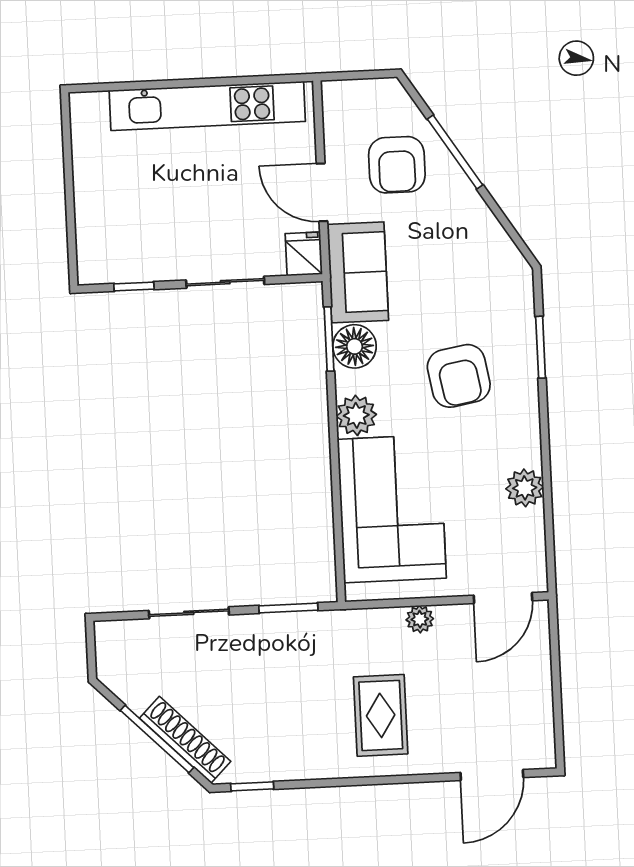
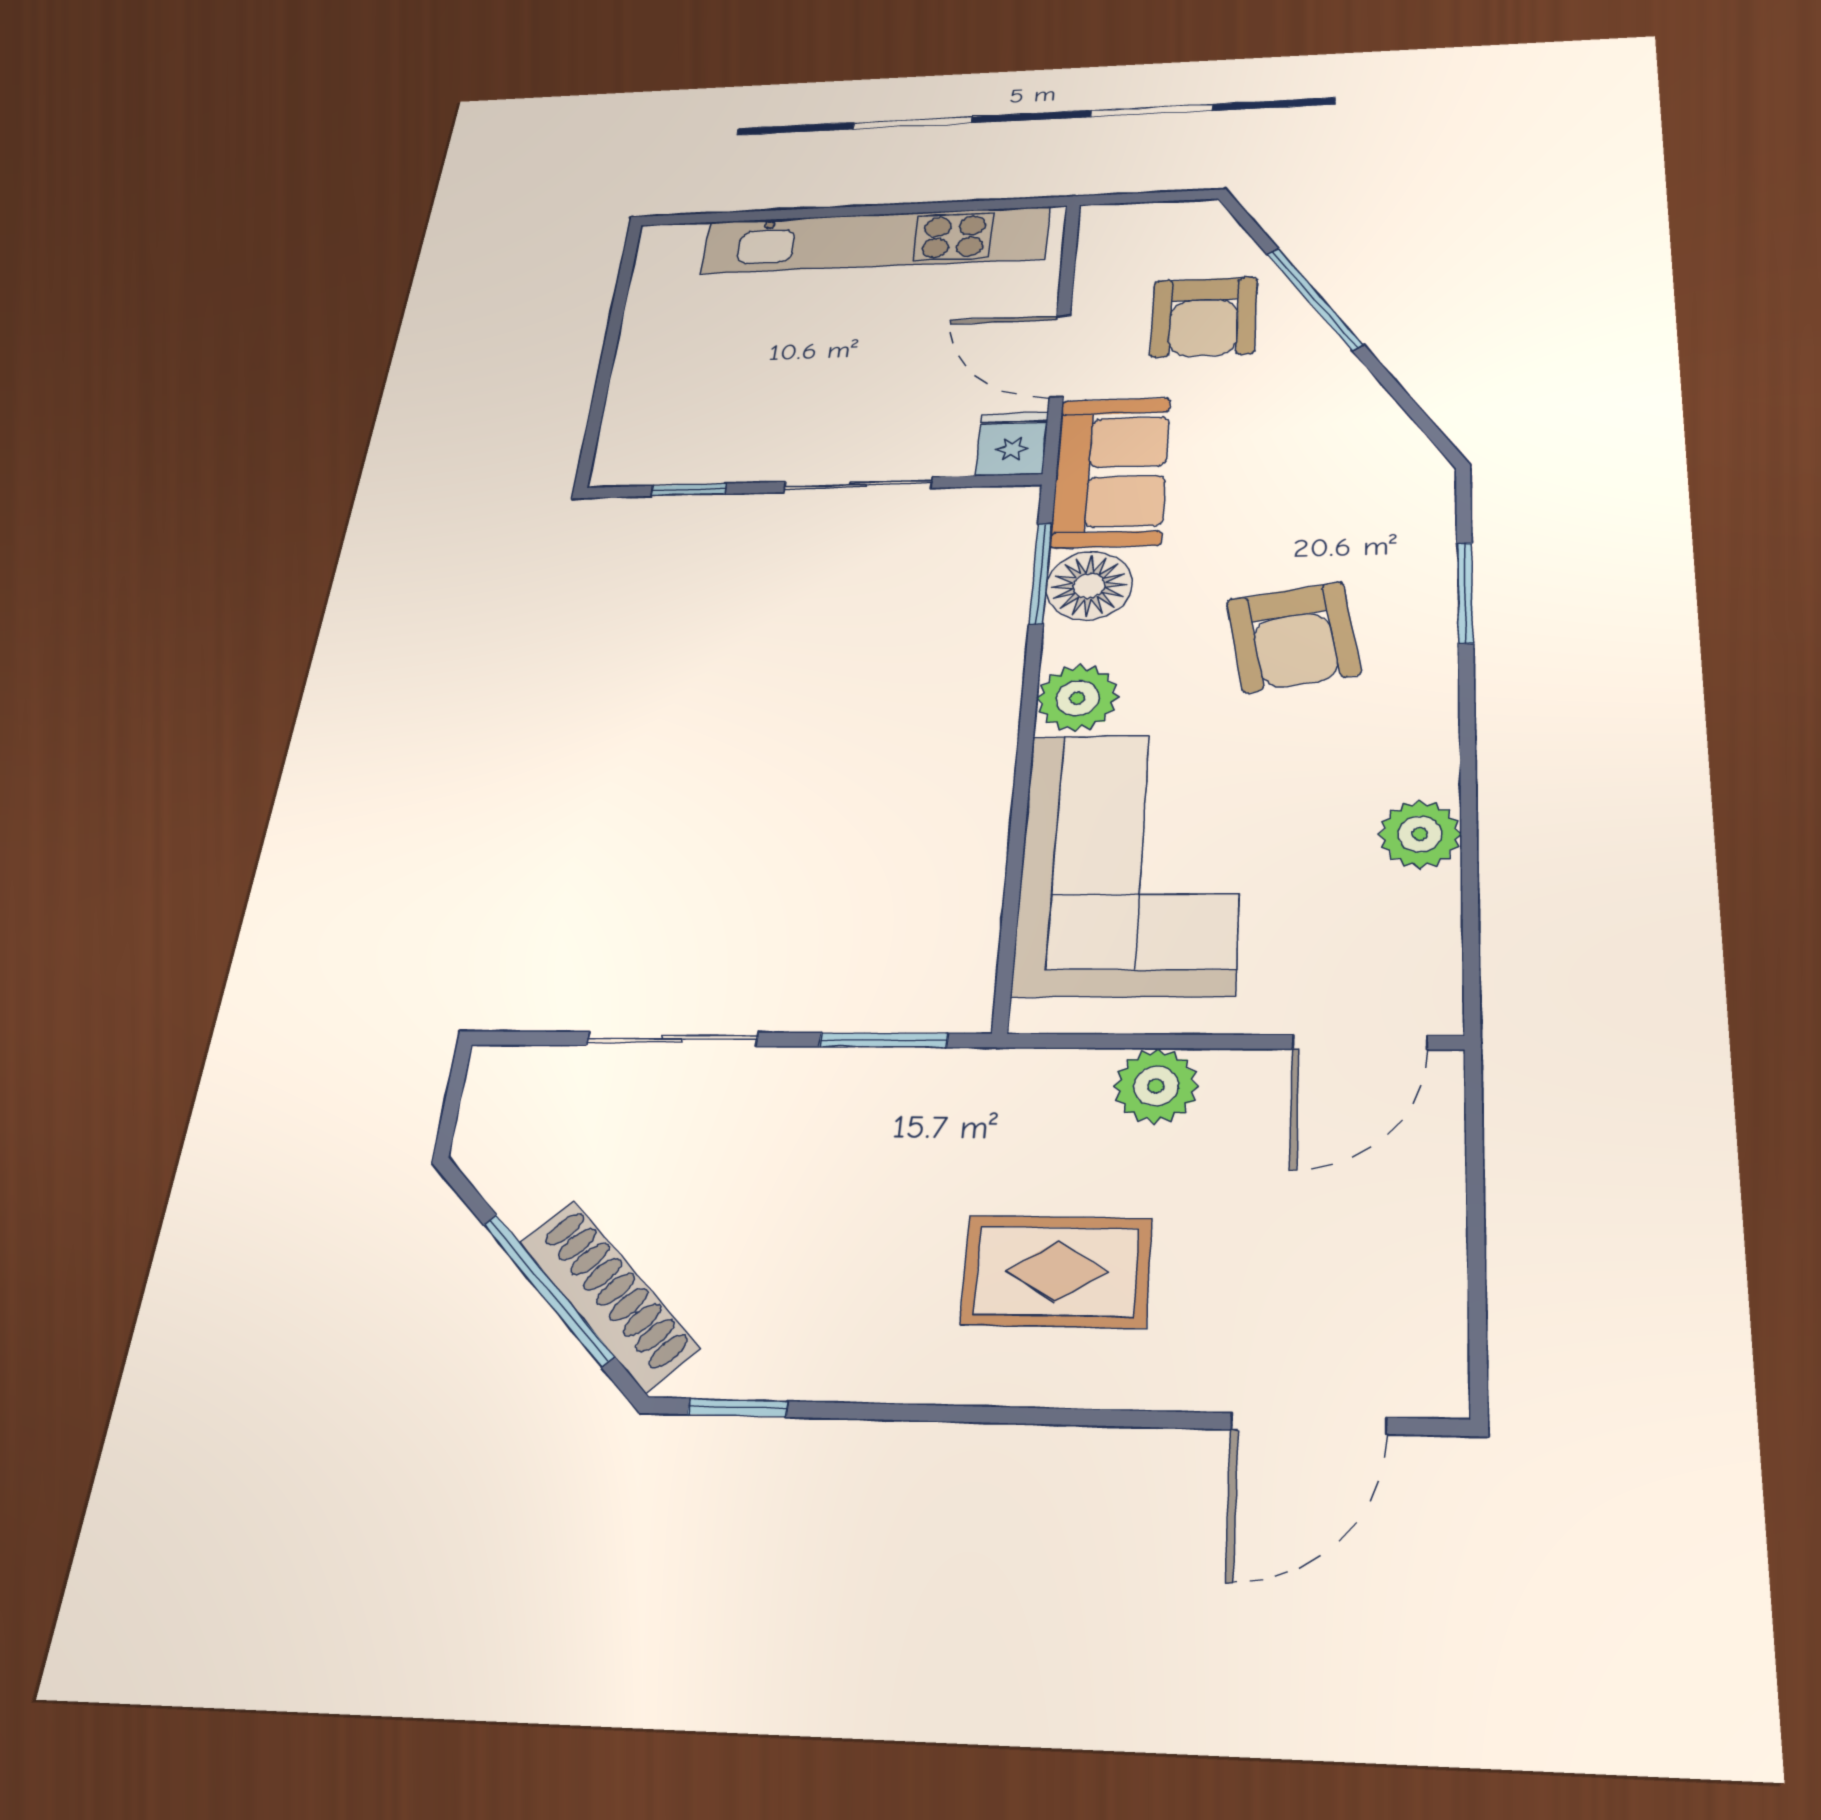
plant: (420, 619) -> (1156, 1086), width x1.38, depth x1.38
rug: (381, 715) -> (1056, 1271), turned 90

